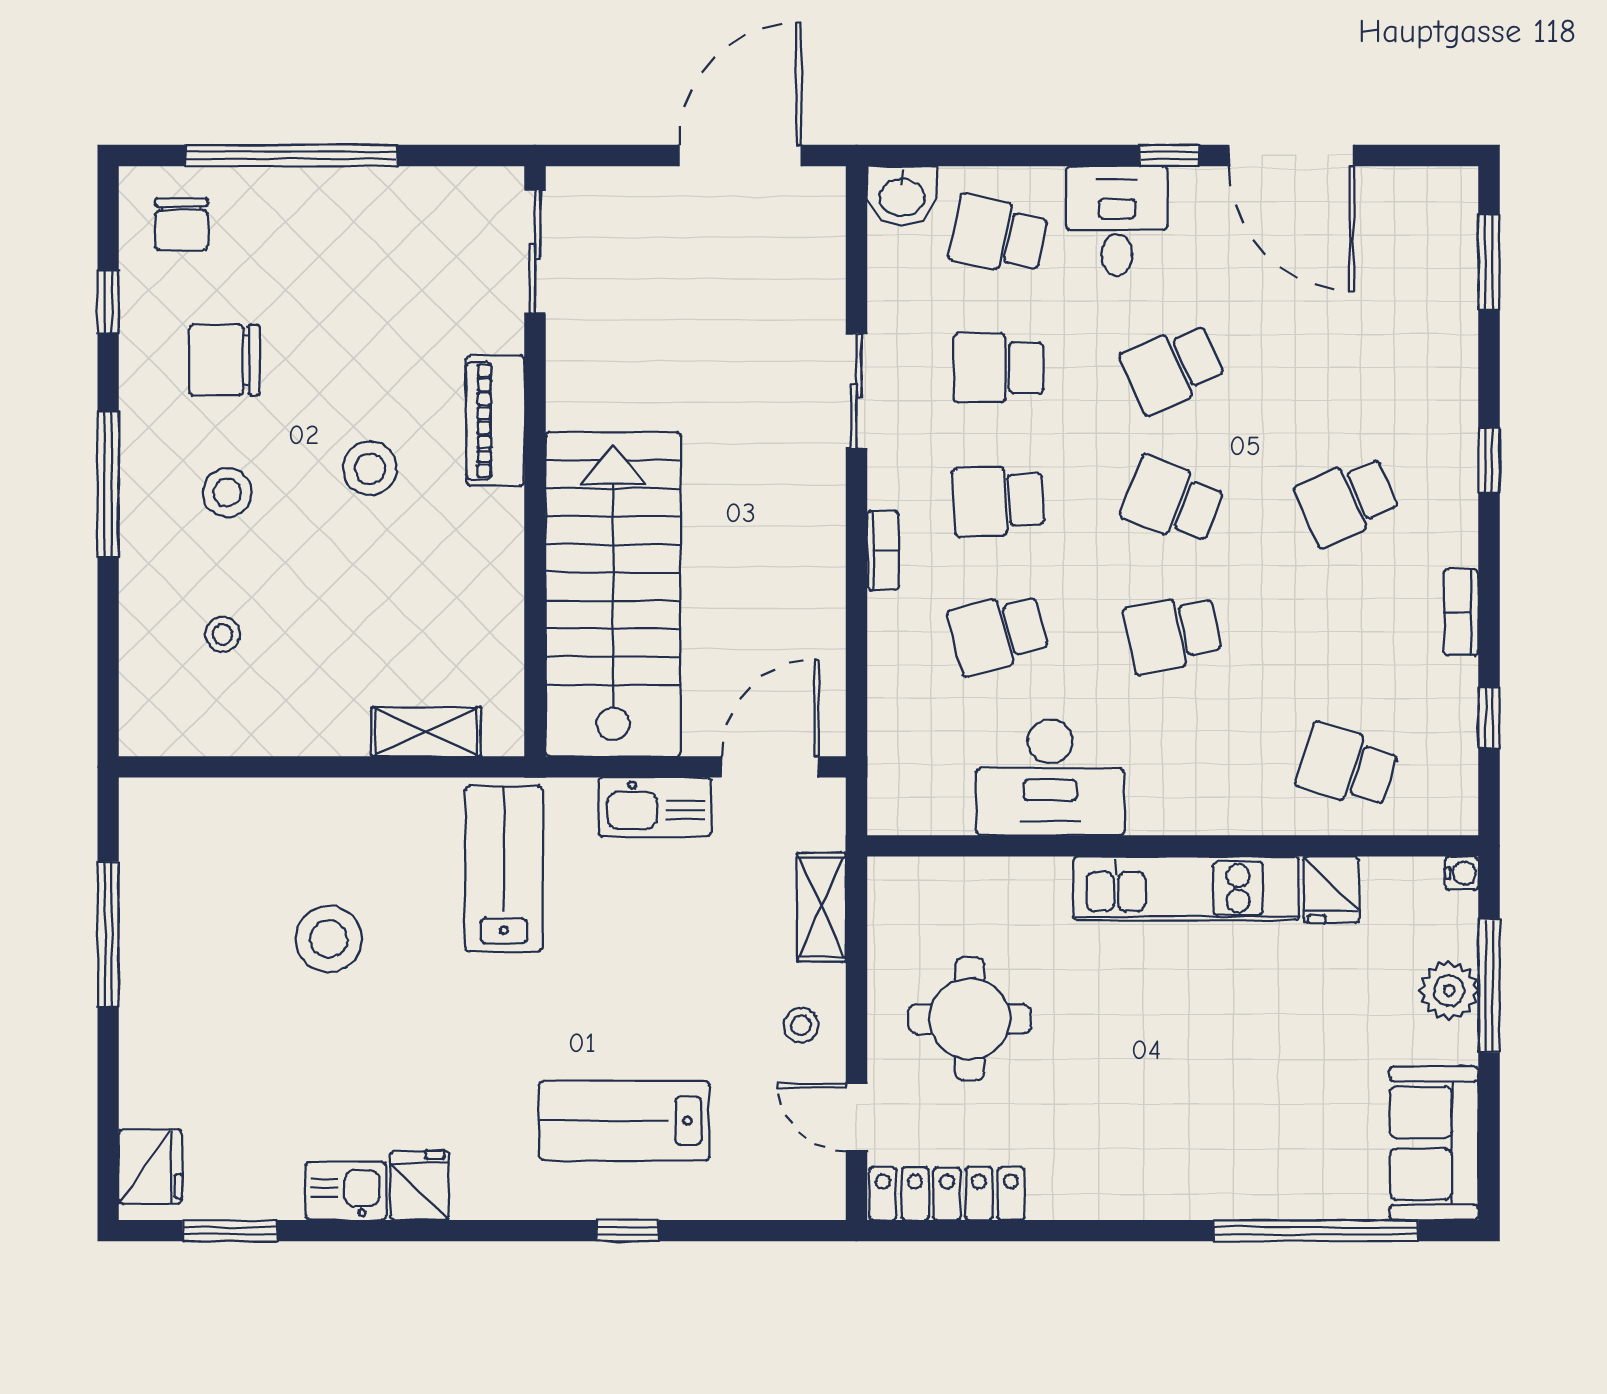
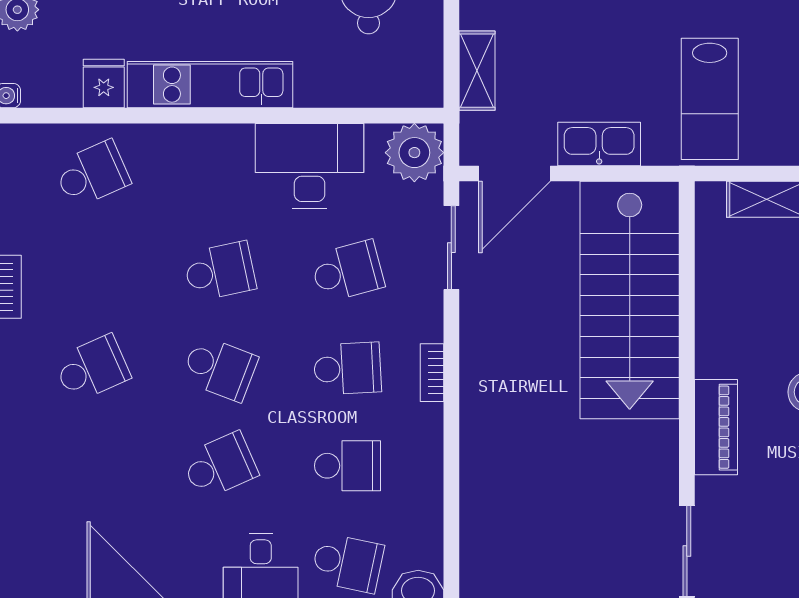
sliding door: (857, 391) -> (451, 248), moved
bookcase: (883, 550) -> (432, 373), moved
school desk: (1347, 766) -> (92, 174), turned -42
plant: (907, 796) -> (414, 153), added

